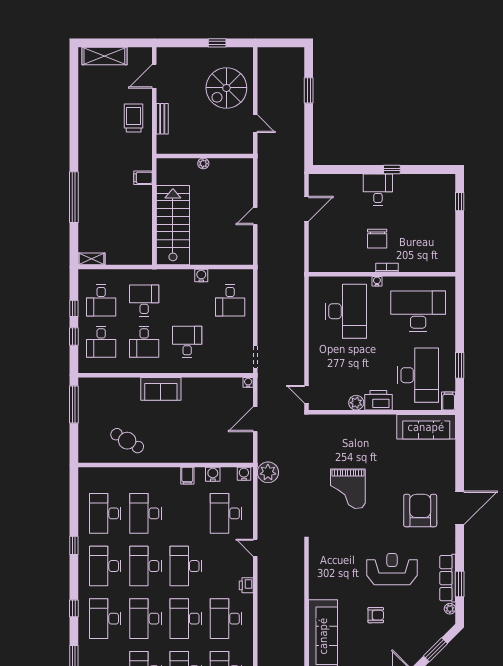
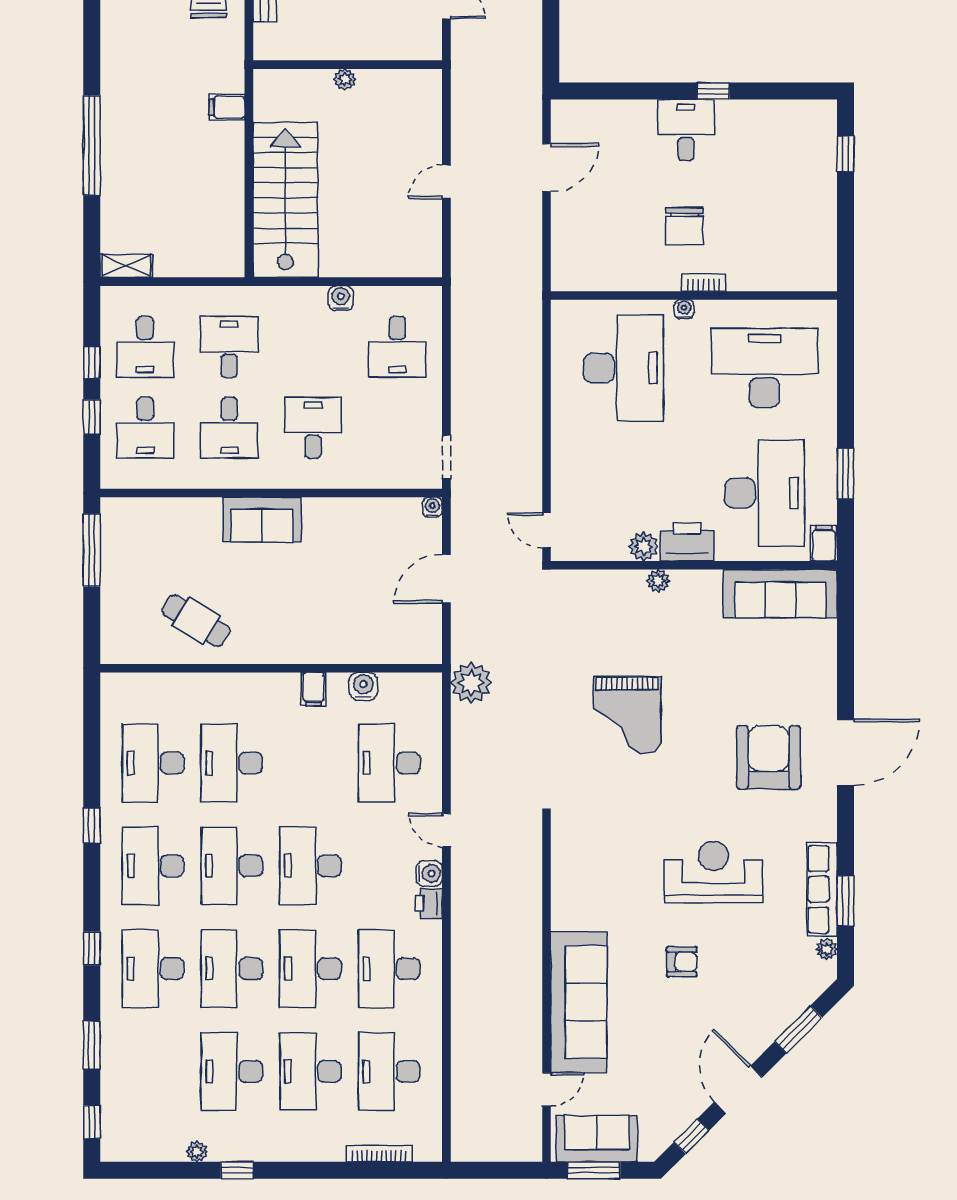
plant: (364, 420) -> (658, 581), added
water cooler: (244, 474) -> (429, 873), moved, turned 90

